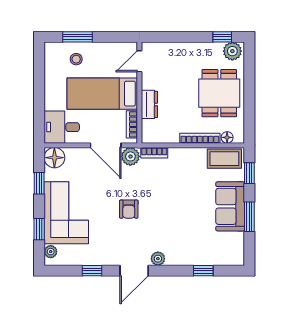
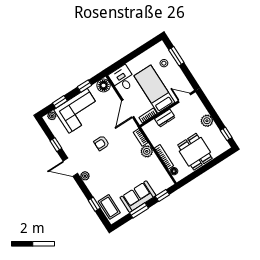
plant: (232, 51) -> (207, 121), moved
dining table: (219, 93) -> (195, 152), turned 90
plant: (130, 156) -> (147, 151), moved
coffee table: (224, 159) -> (109, 207), moved

